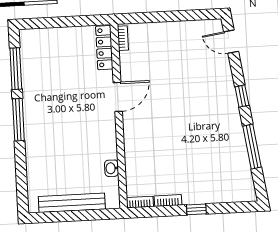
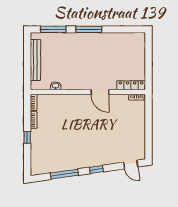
door: (231, 42) -> (131, 165), swing flipped
window: (16, 69) -> (53, 29), moved

